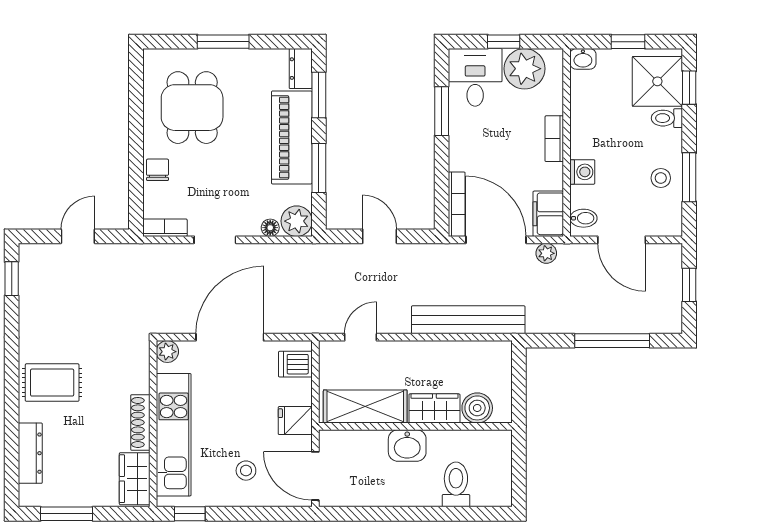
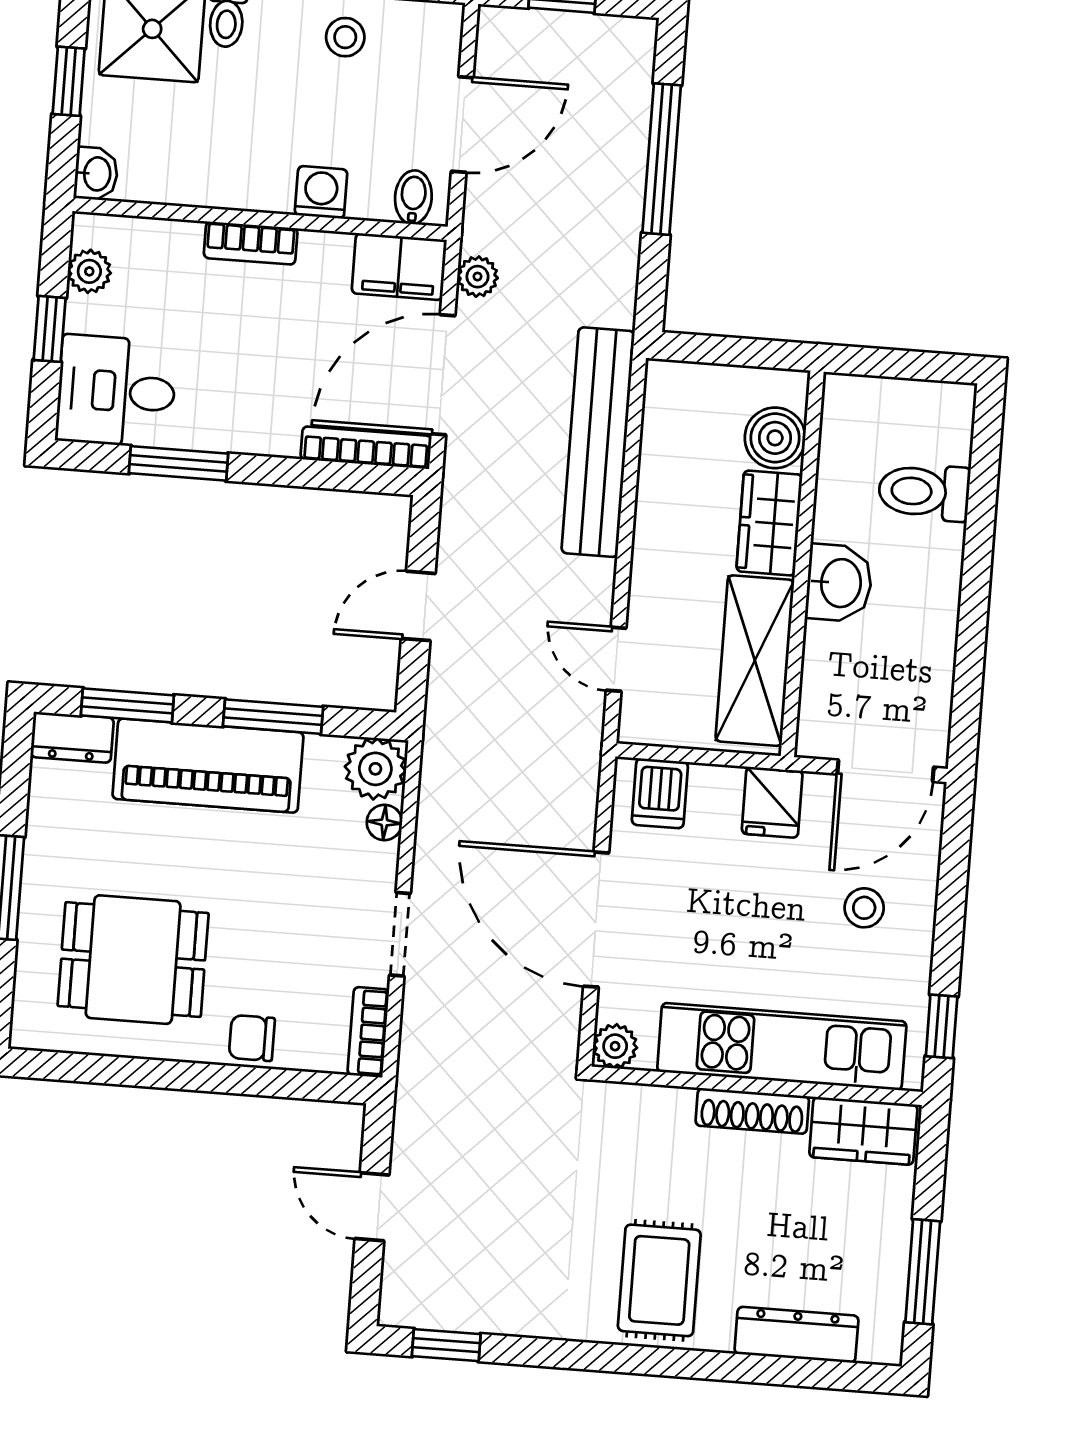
plant: (524, 69) -> (89, 271), width x0.53, depth x0.53

